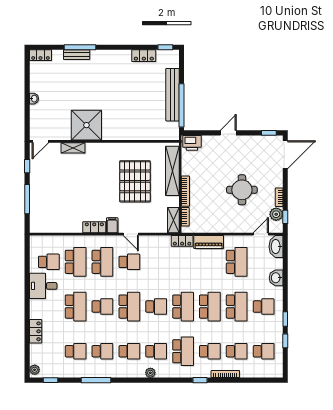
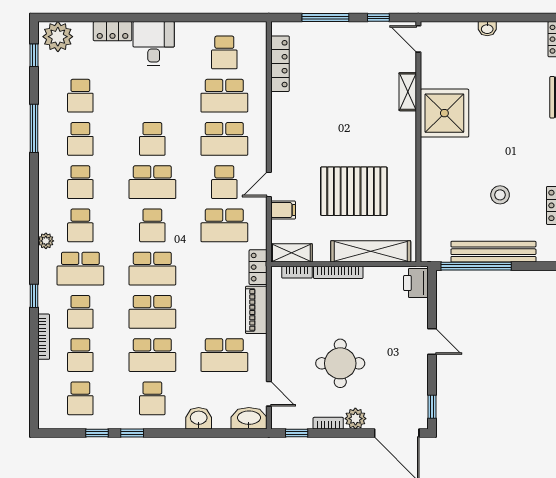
stool: (137, 91) -> (500, 195), added
plant: (276, 214) -> (355, 419), moved
filing cabinet: (112, 225) -> (283, 210), moved
locker: (94, 227) -> (280, 64), moved, width x1.53
desk: (43, 286) -> (154, 44), moved
school desk: (76, 307) -> (224, 225), moved
plant: (35, 370) -> (58, 37), width x1.87, depth x1.87
plant: (150, 373) -> (46, 241), moved

